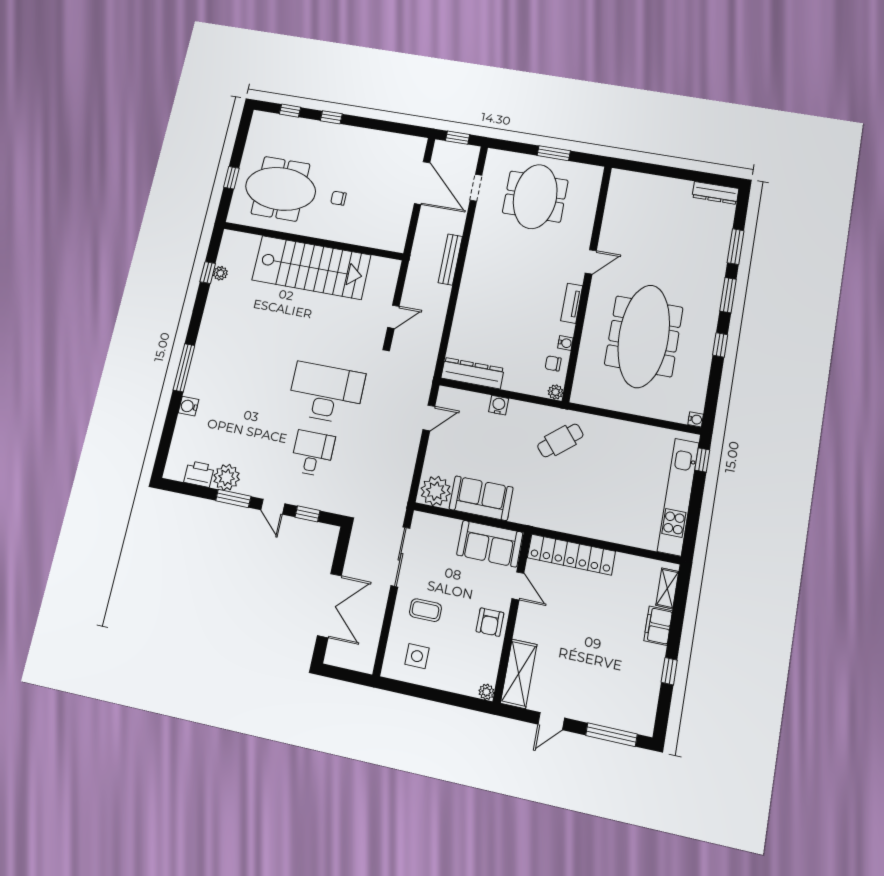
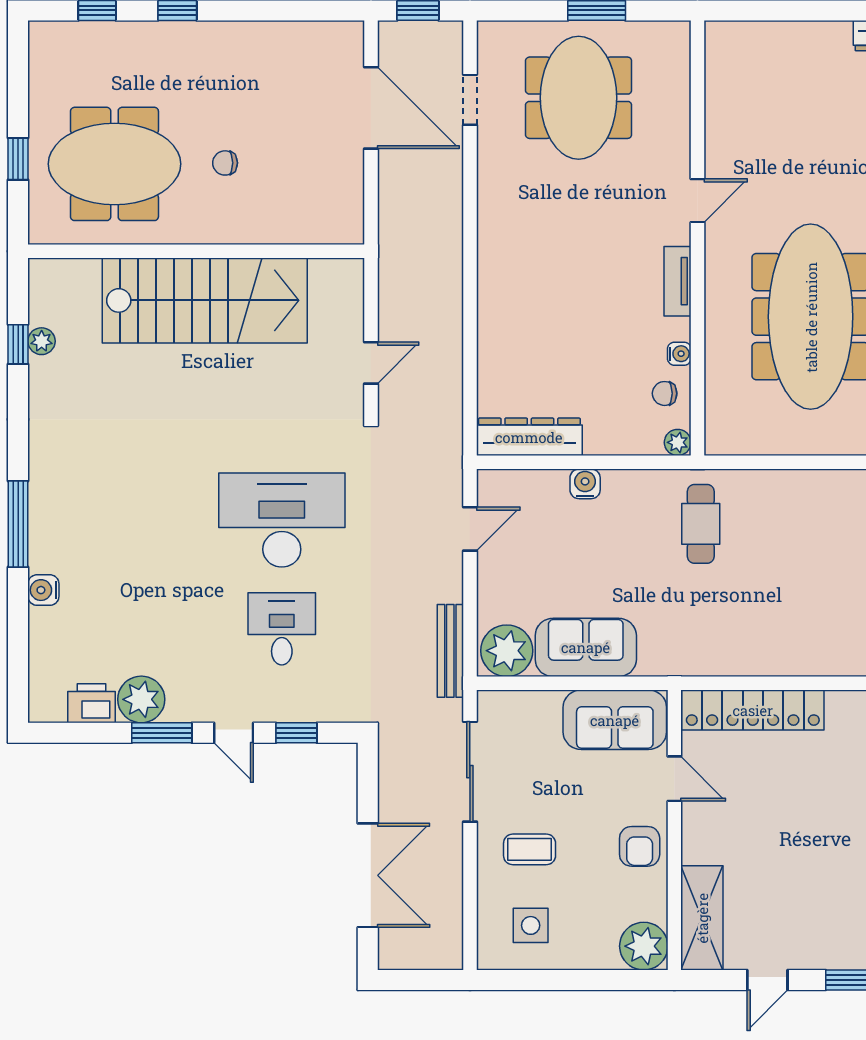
bench: (450, 260) -> (450, 651), moved
cafe table: (560, 440) -> (701, 524), turned -50
plant: (486, 692) -> (644, 946), width x1.88, depth x1.88

